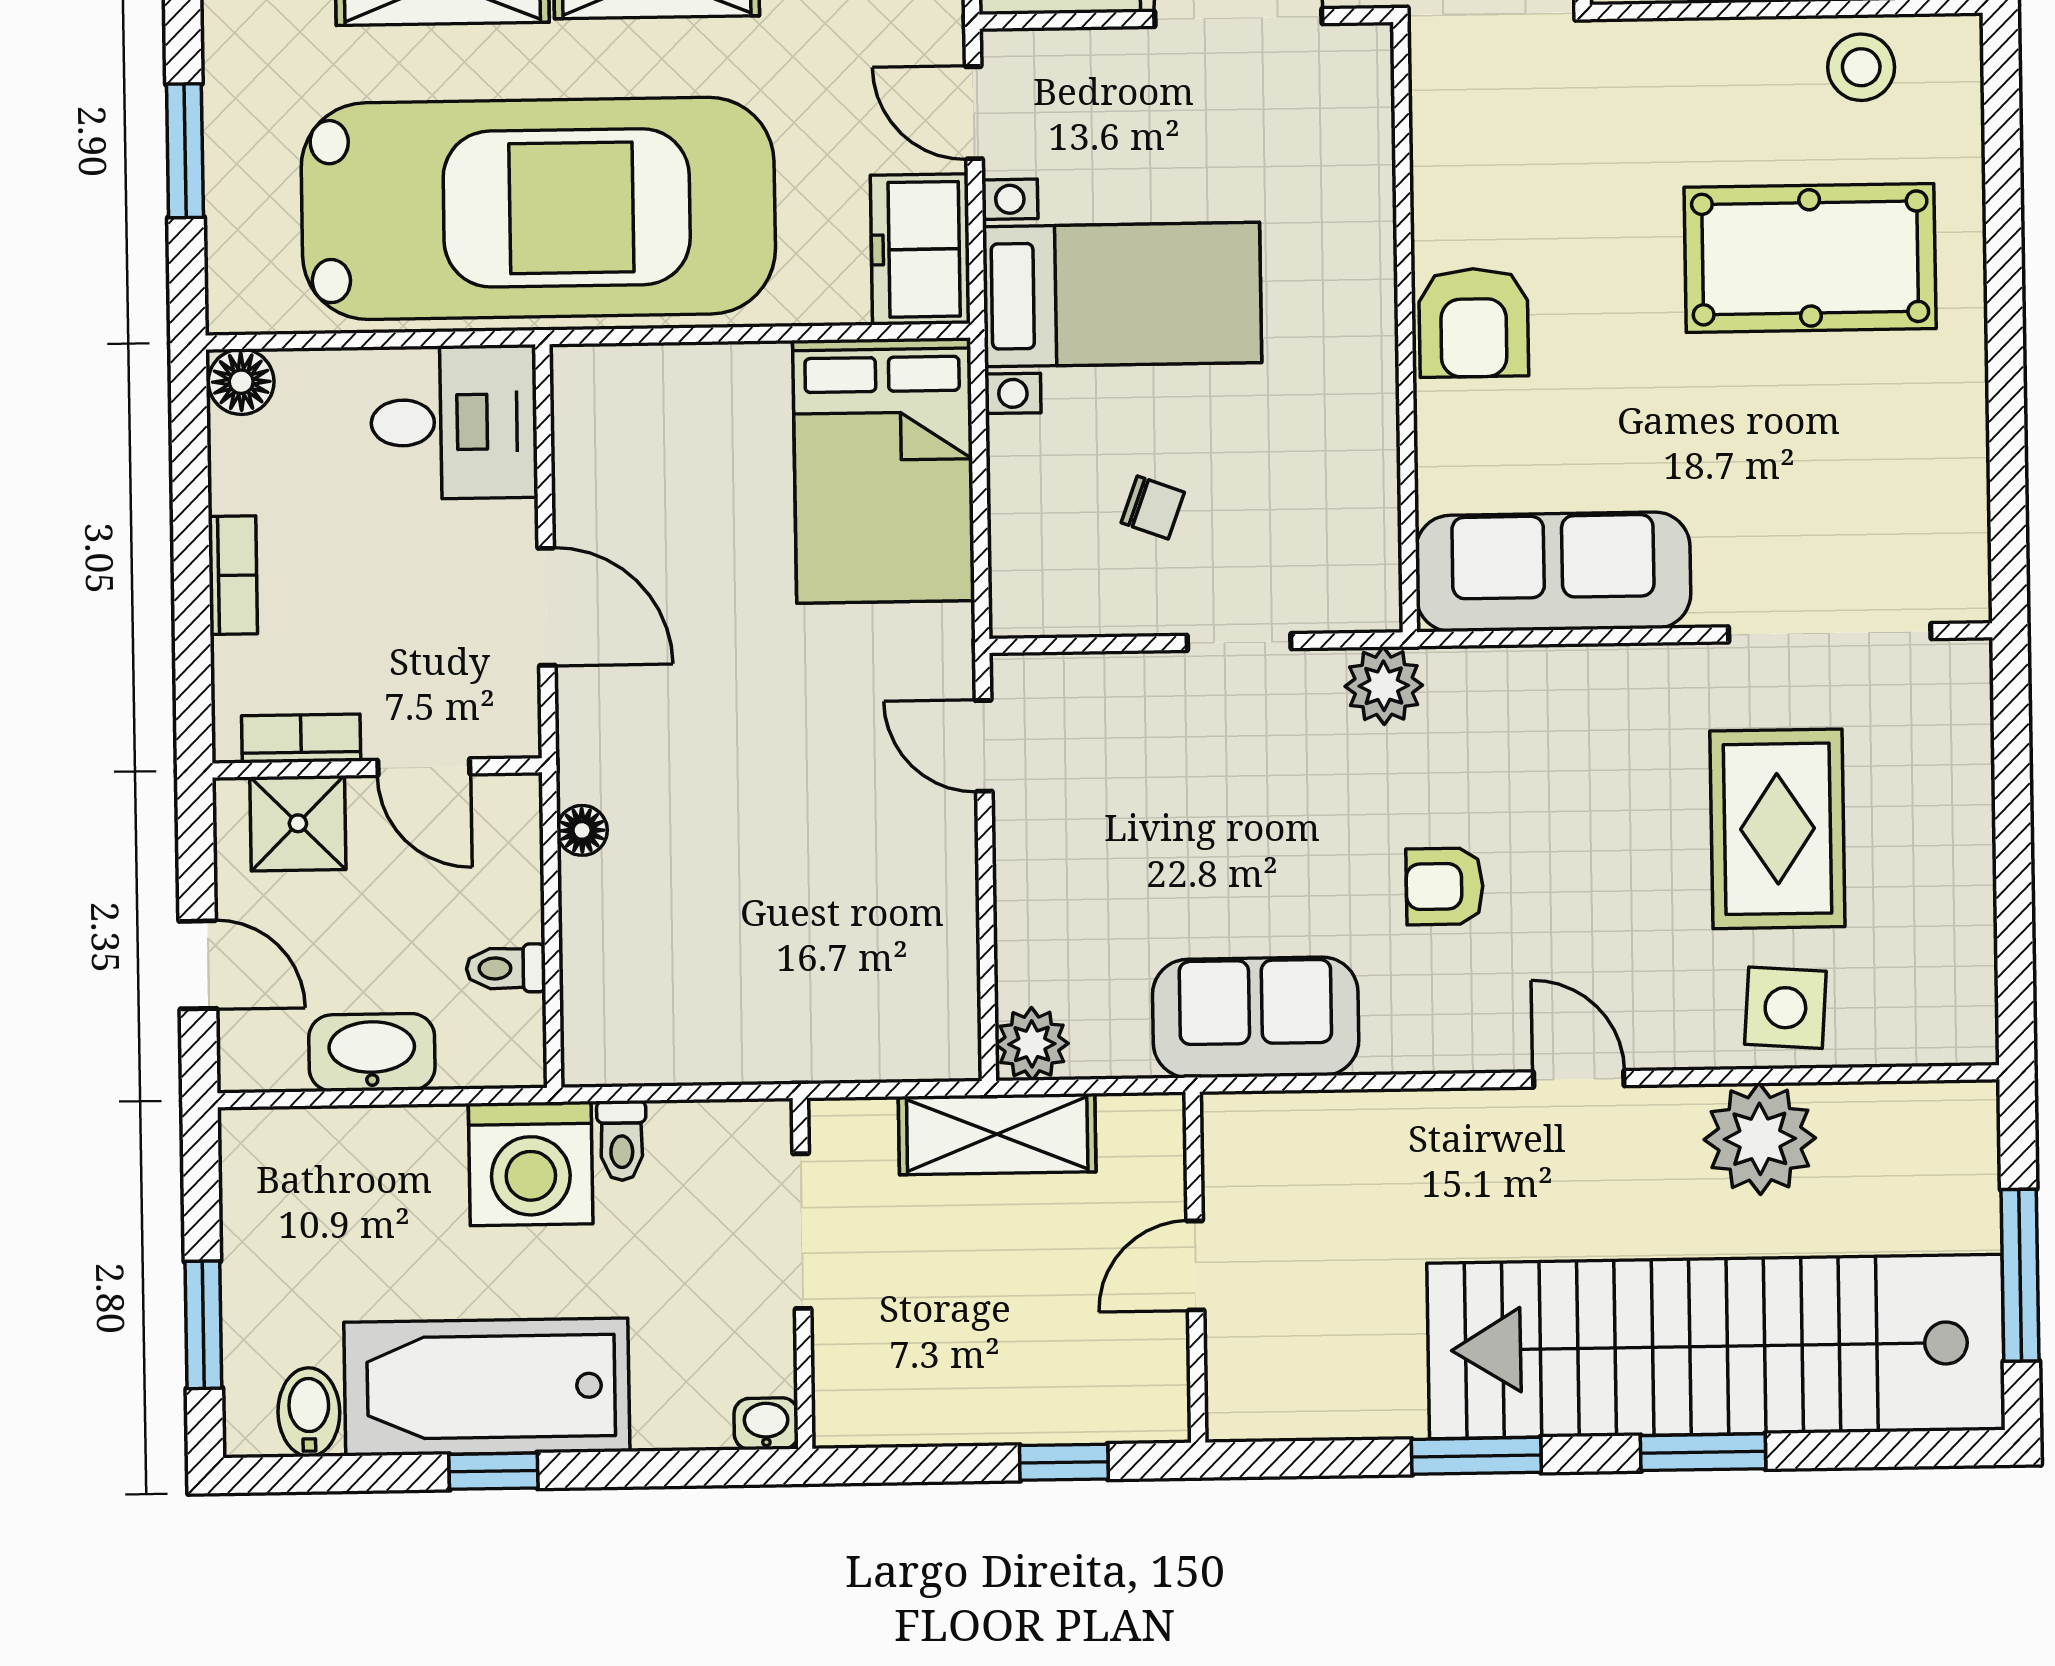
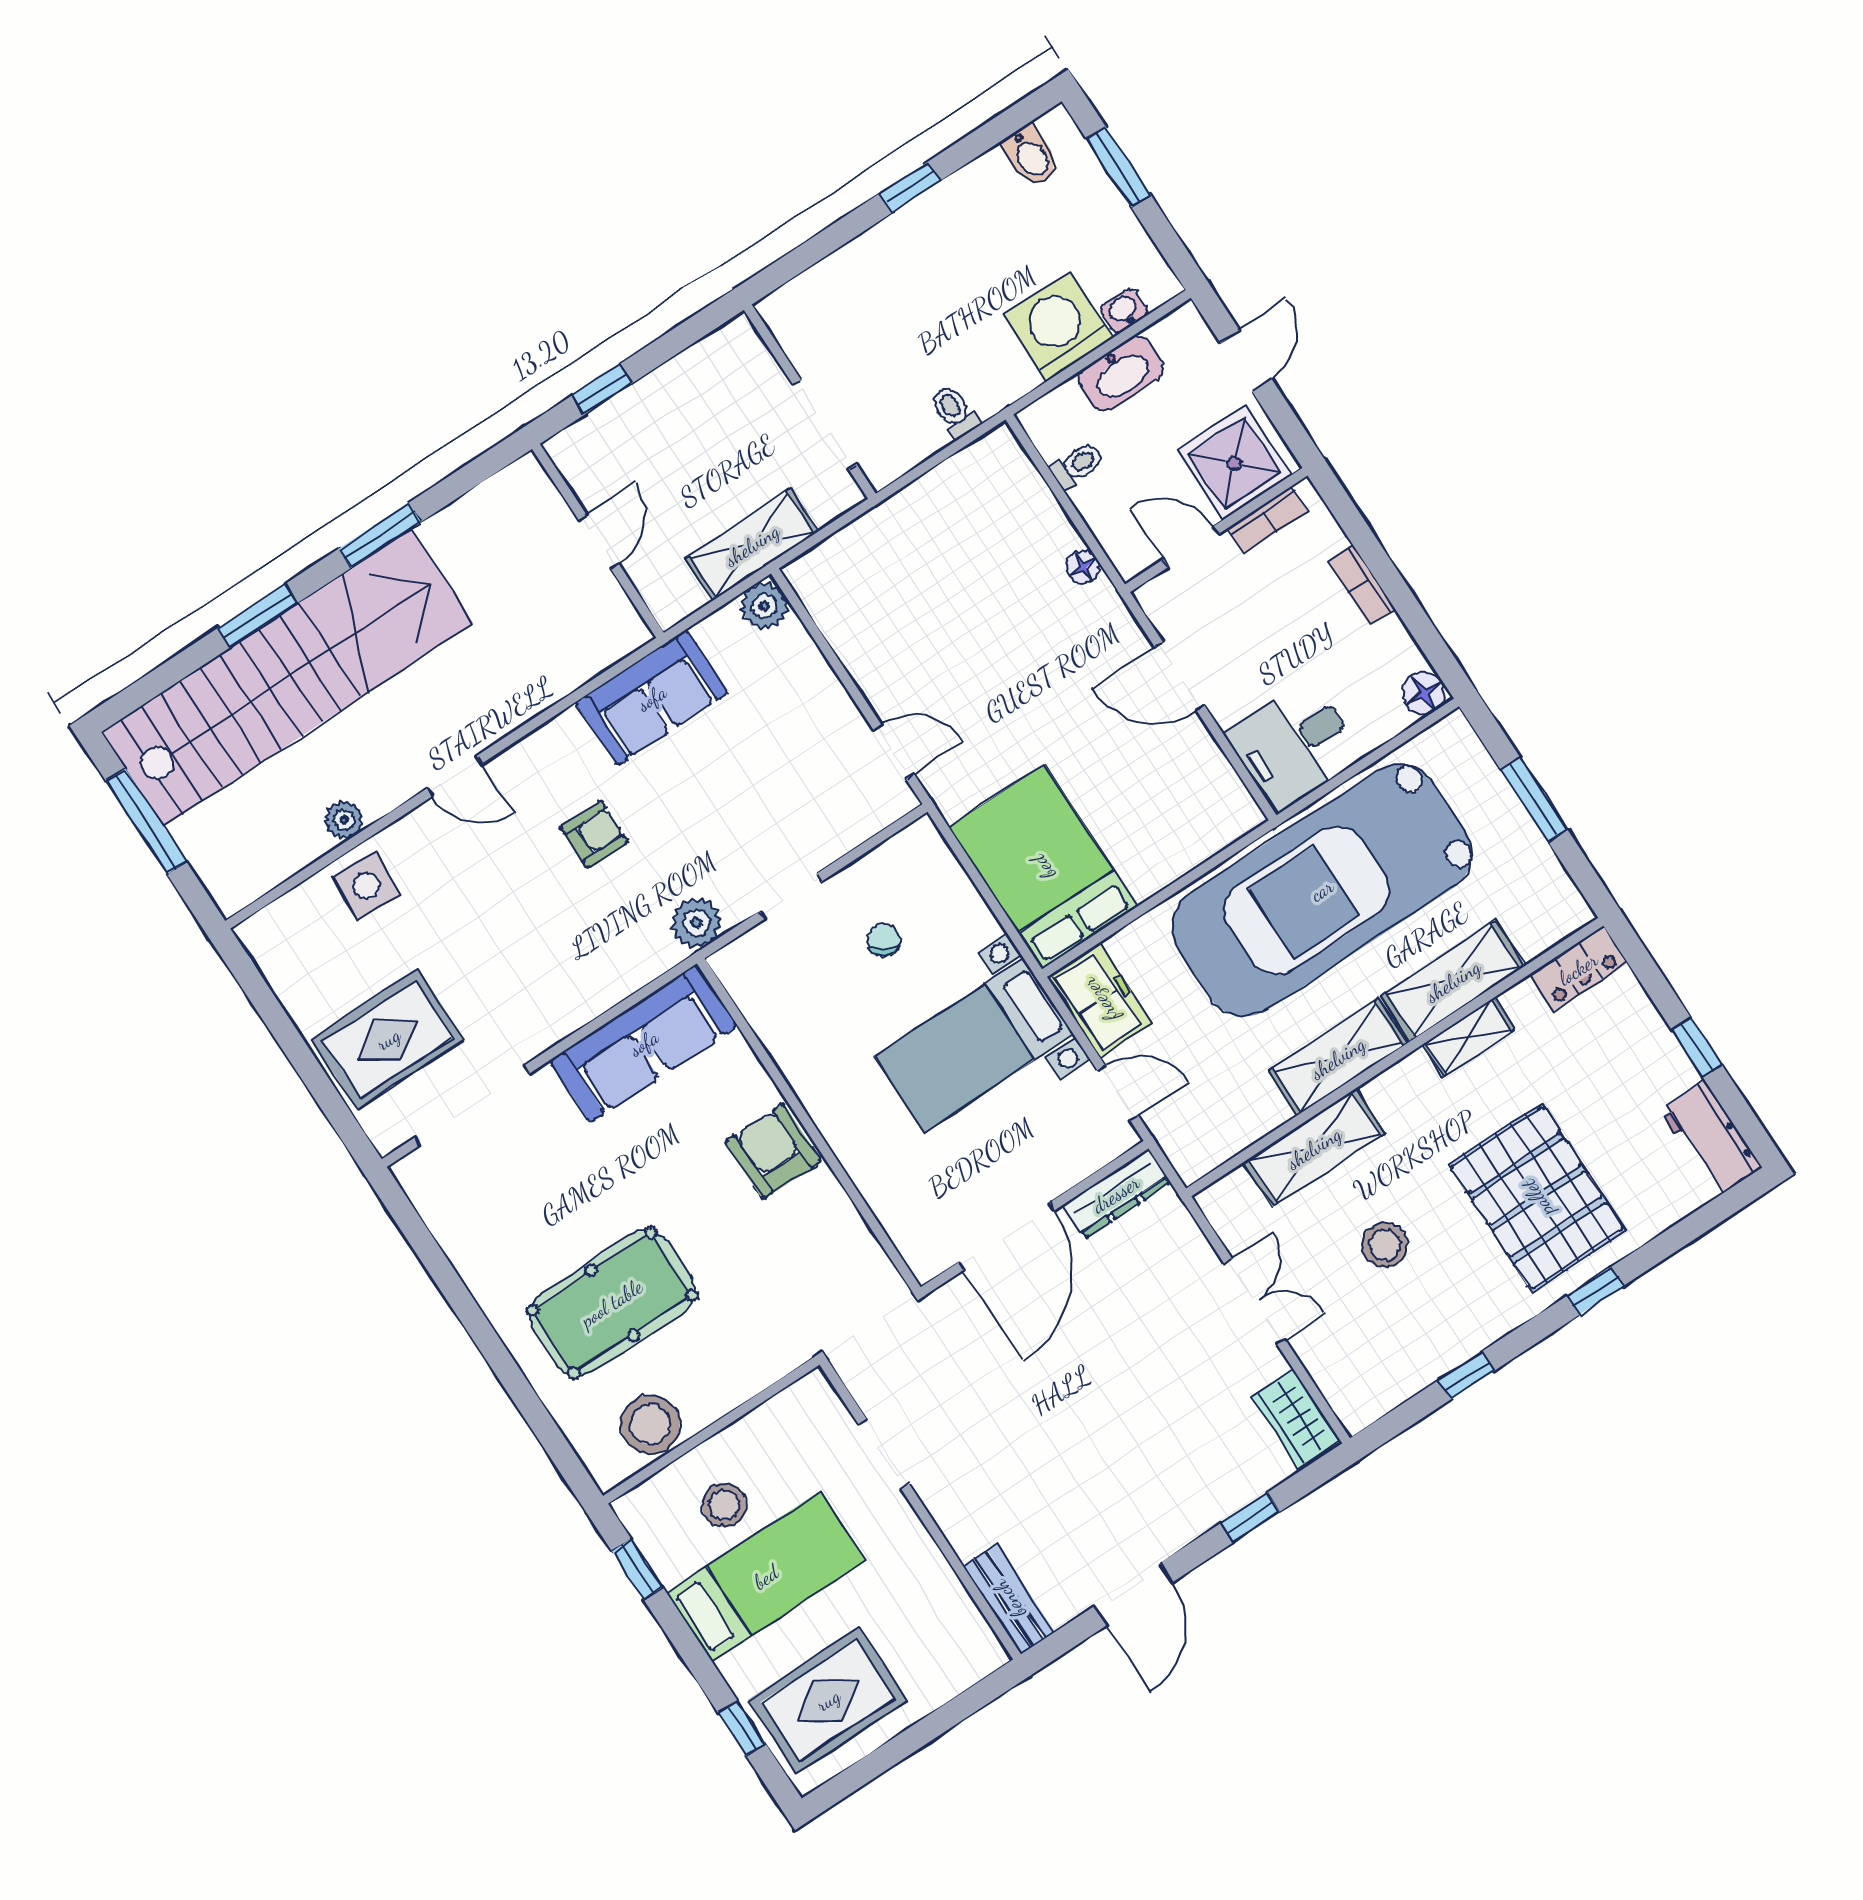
stool: (1861, 67) -> (650, 1424), width x1.38, depth x1.38
chair: (1153, 507) -> (884, 940), turned 103
shower: (298, 823) -> (1234, 463), width x1.36, depth x1.36
rug: (1777, 829) -> (388, 1039), moved, turned 90
door: (198, 965) -> (1246, 361), swing flipped
plant: (1760, 1139) -> (344, 820), width x0.53, depth x0.53
washing machine: (531, 1164) -> (1058, 327), moved
bathtub: (487, 1387) -> (943, 231), removed
washbasin: (766, 1424) -> (1124, 311), moved, turned 180

